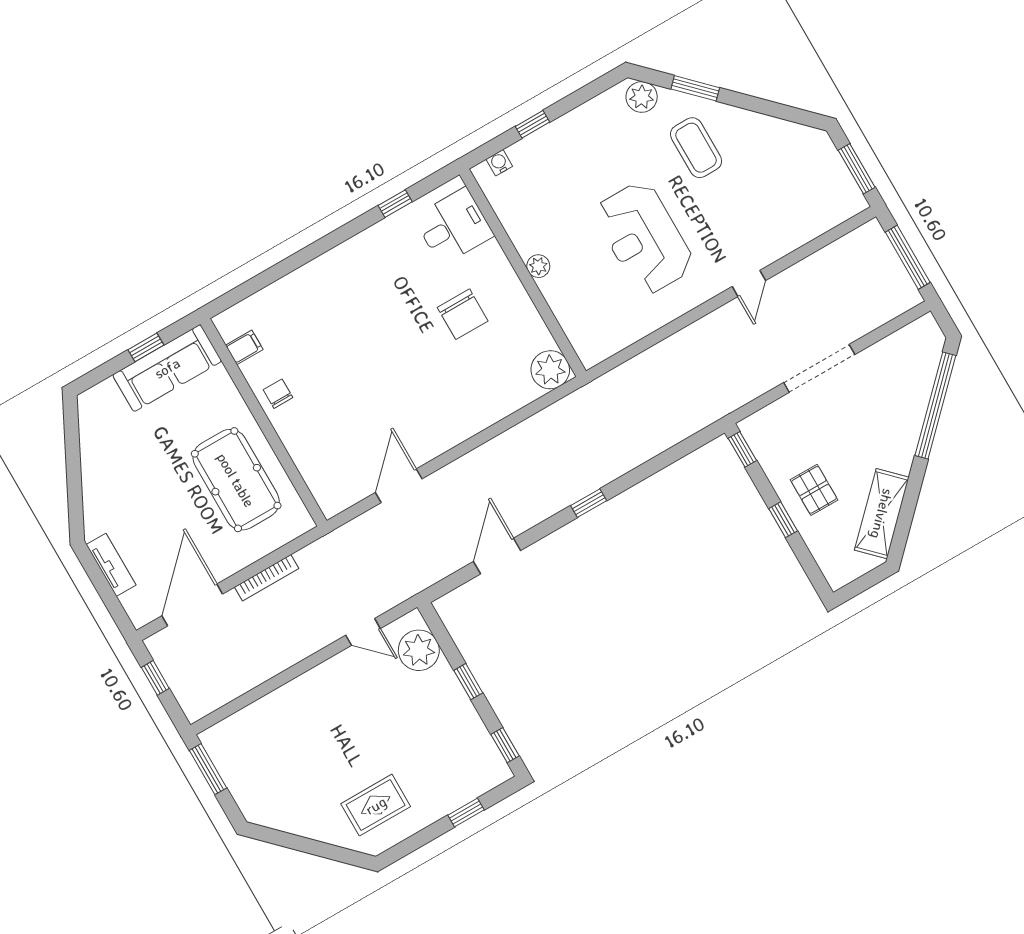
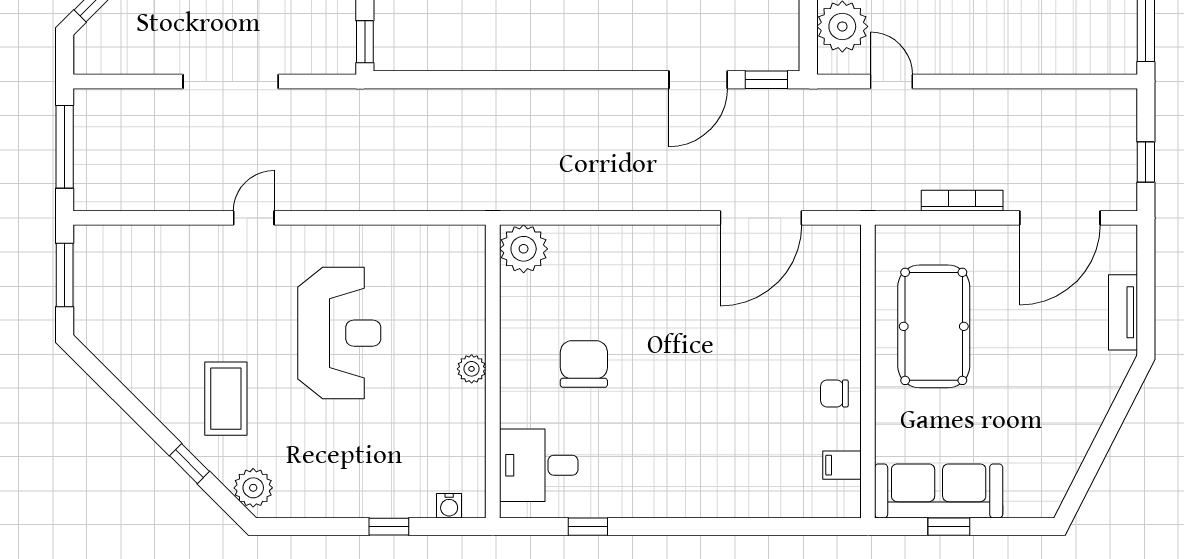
window: (695, 88) -> (189, 464), width x0.67
chair: (278, 394) -> (834, 393), turned 90
door: (399, 486) -> (761, 218), width x1.36
window: (589, 503) -> (766, 80), moved

